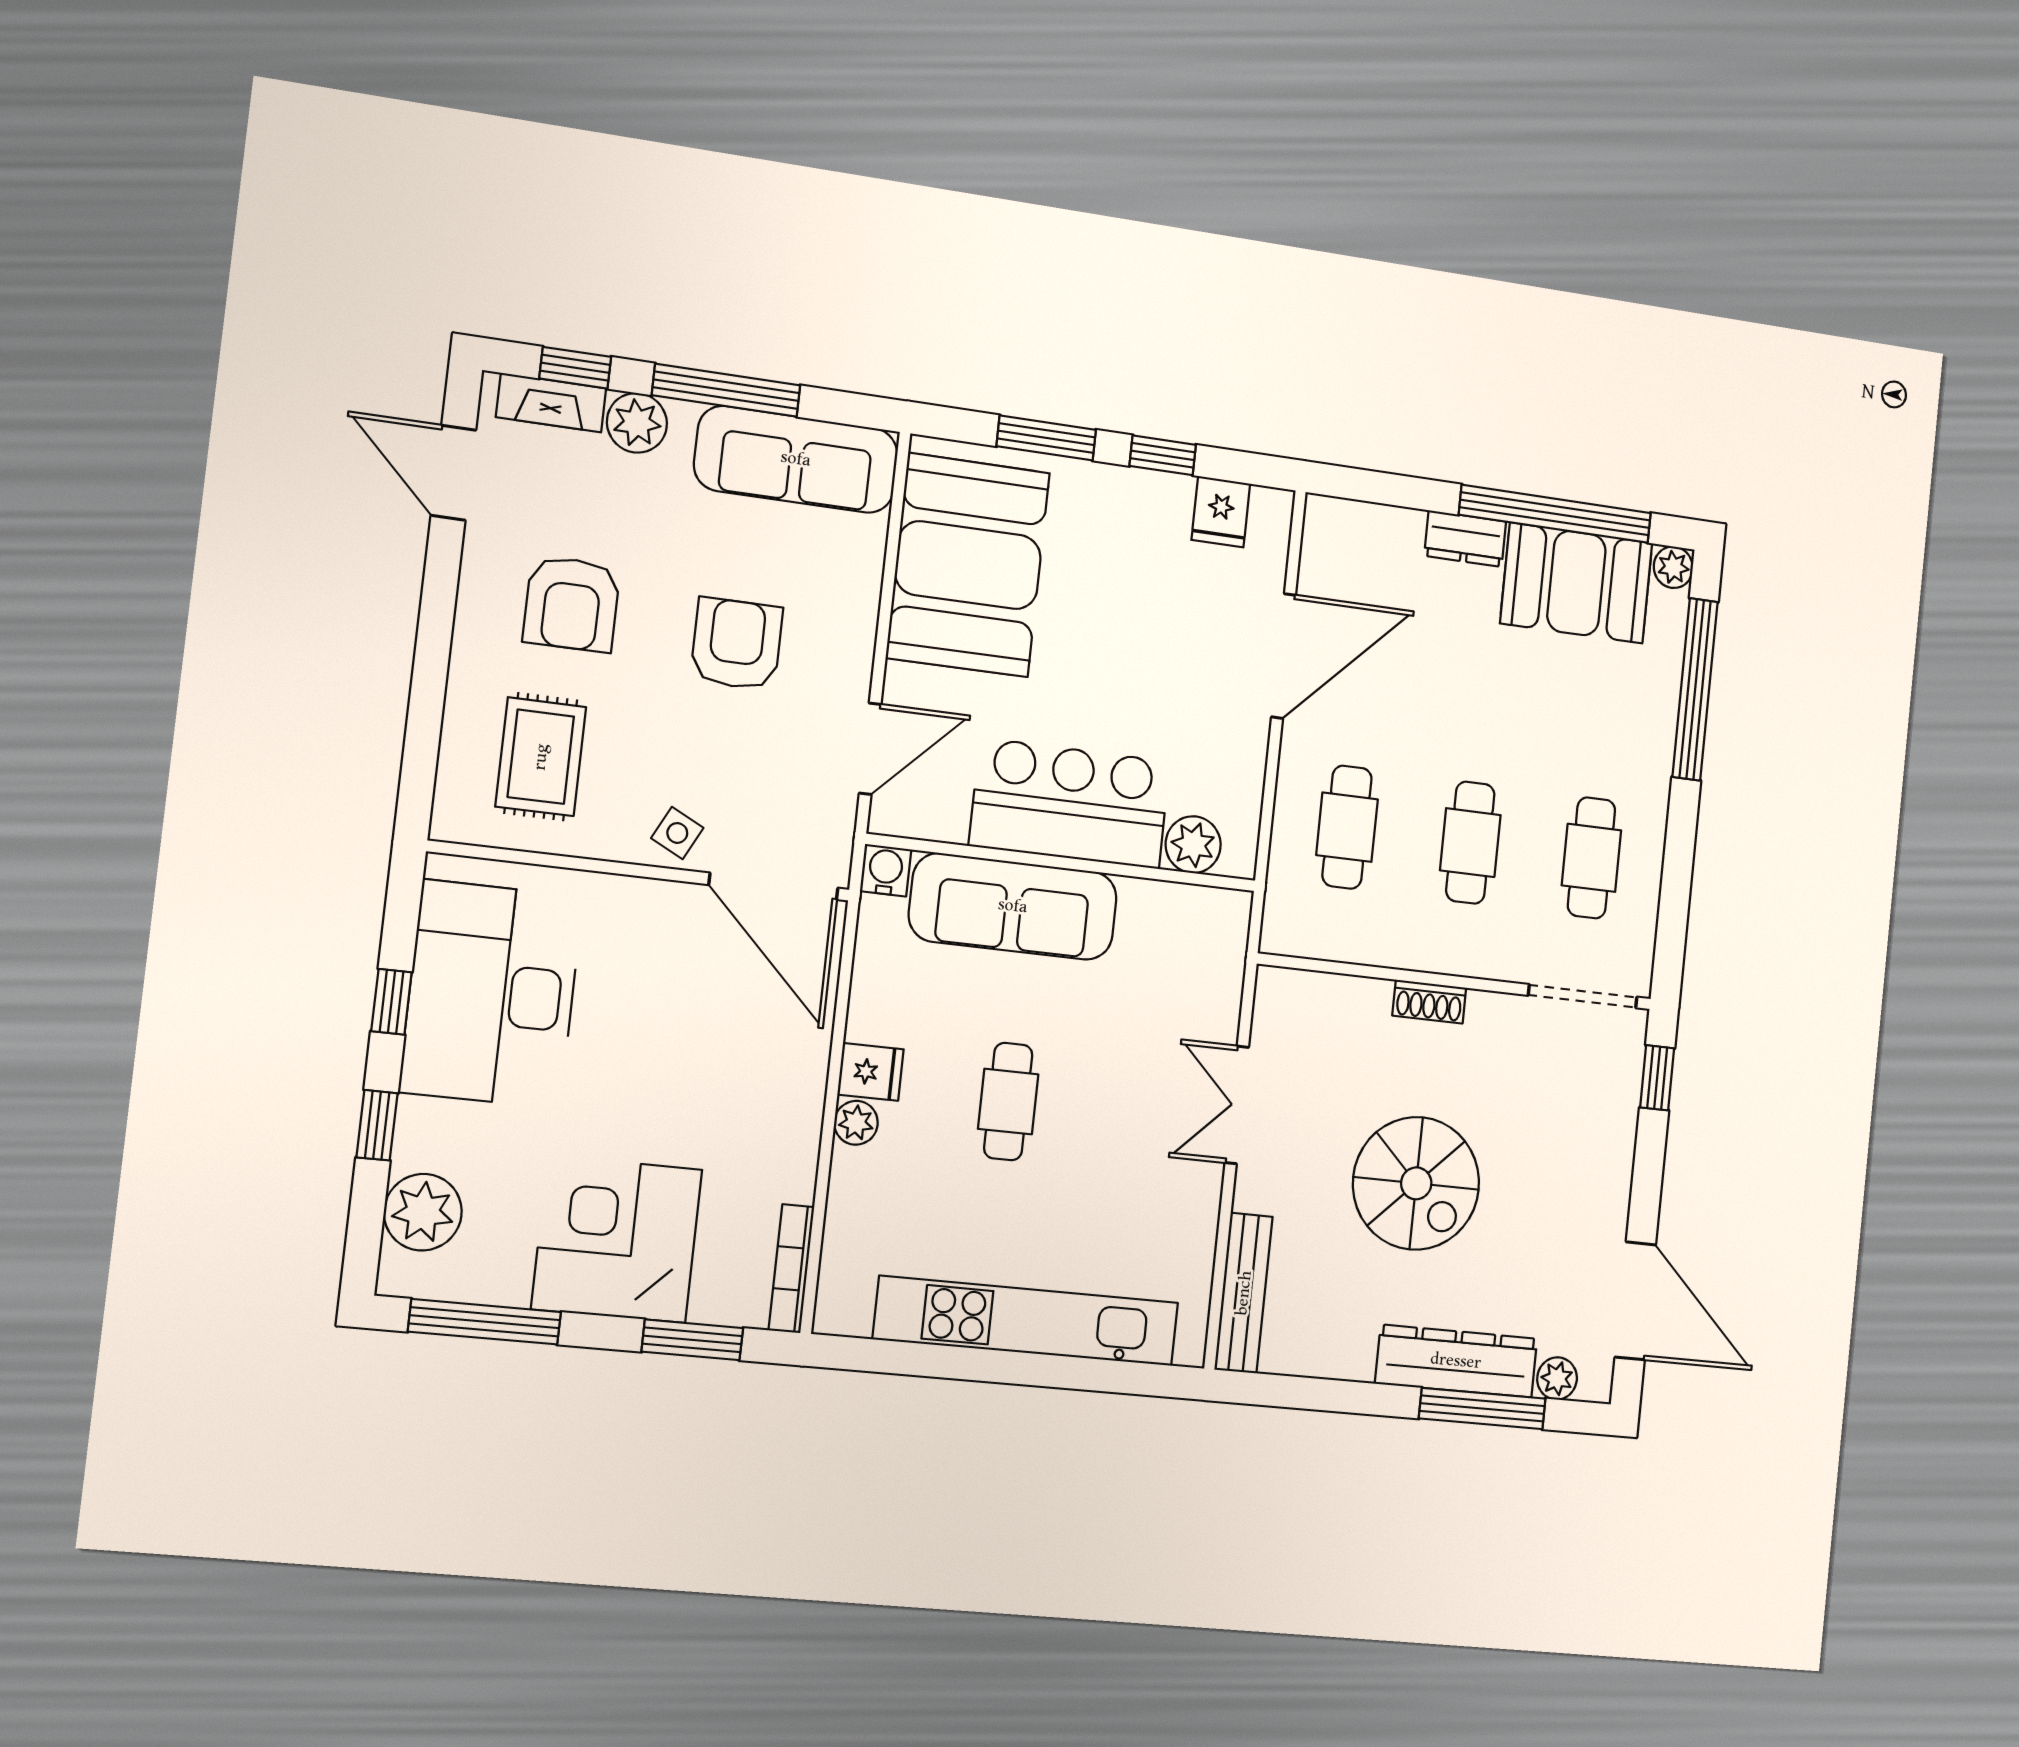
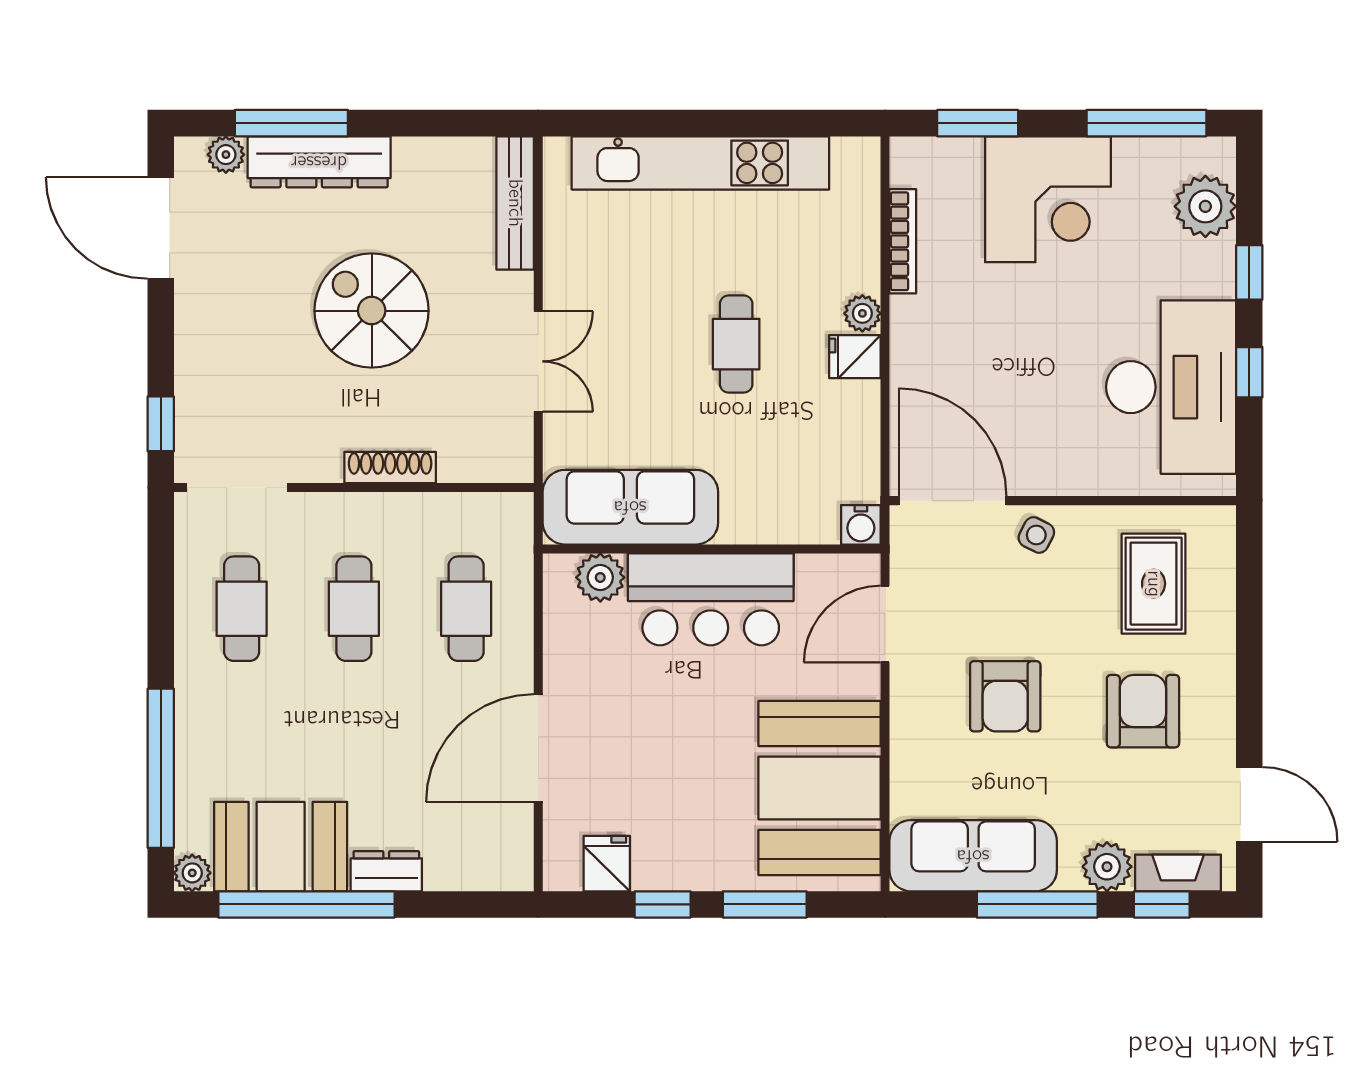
sofa: (1013, 906) -> (630, 507), moved
shoe rack: (1429, 1002) -> (390, 467), width x1.43
bookcase: (791, 1269) -> (903, 241), moved

